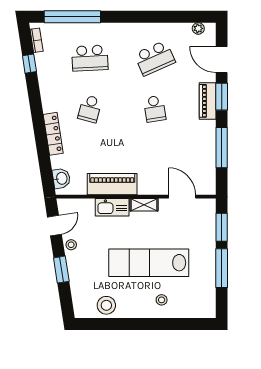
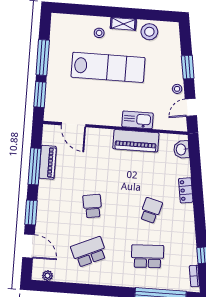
piano: (208, 101) -> (48, 162), moved
locker: (53, 134) -> (186, 190), width x0.66
shelving: (144, 205) -> (123, 24), moved

